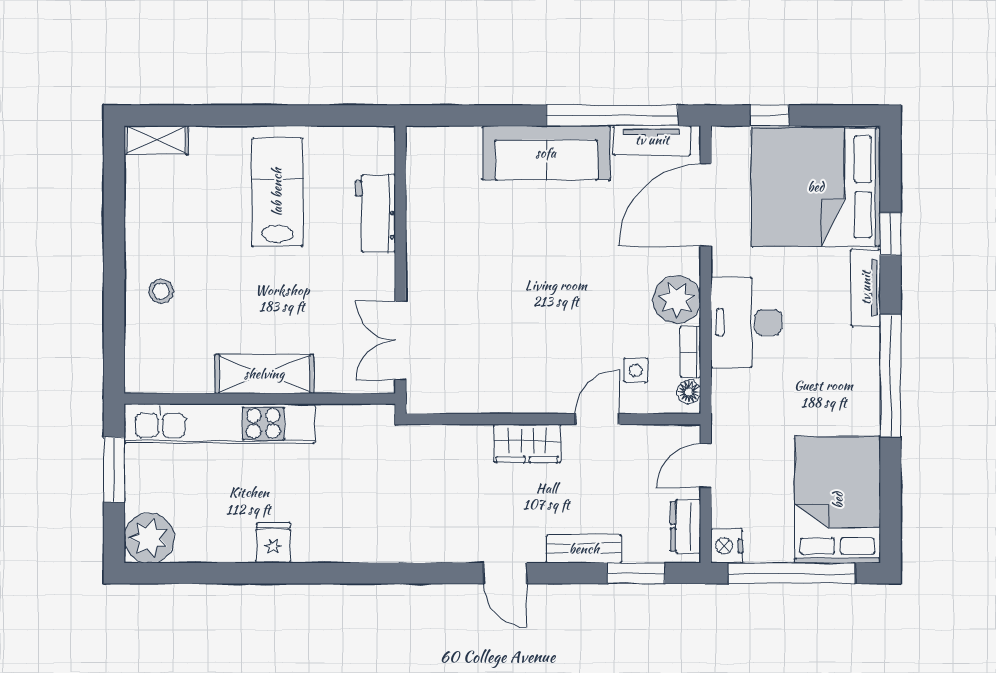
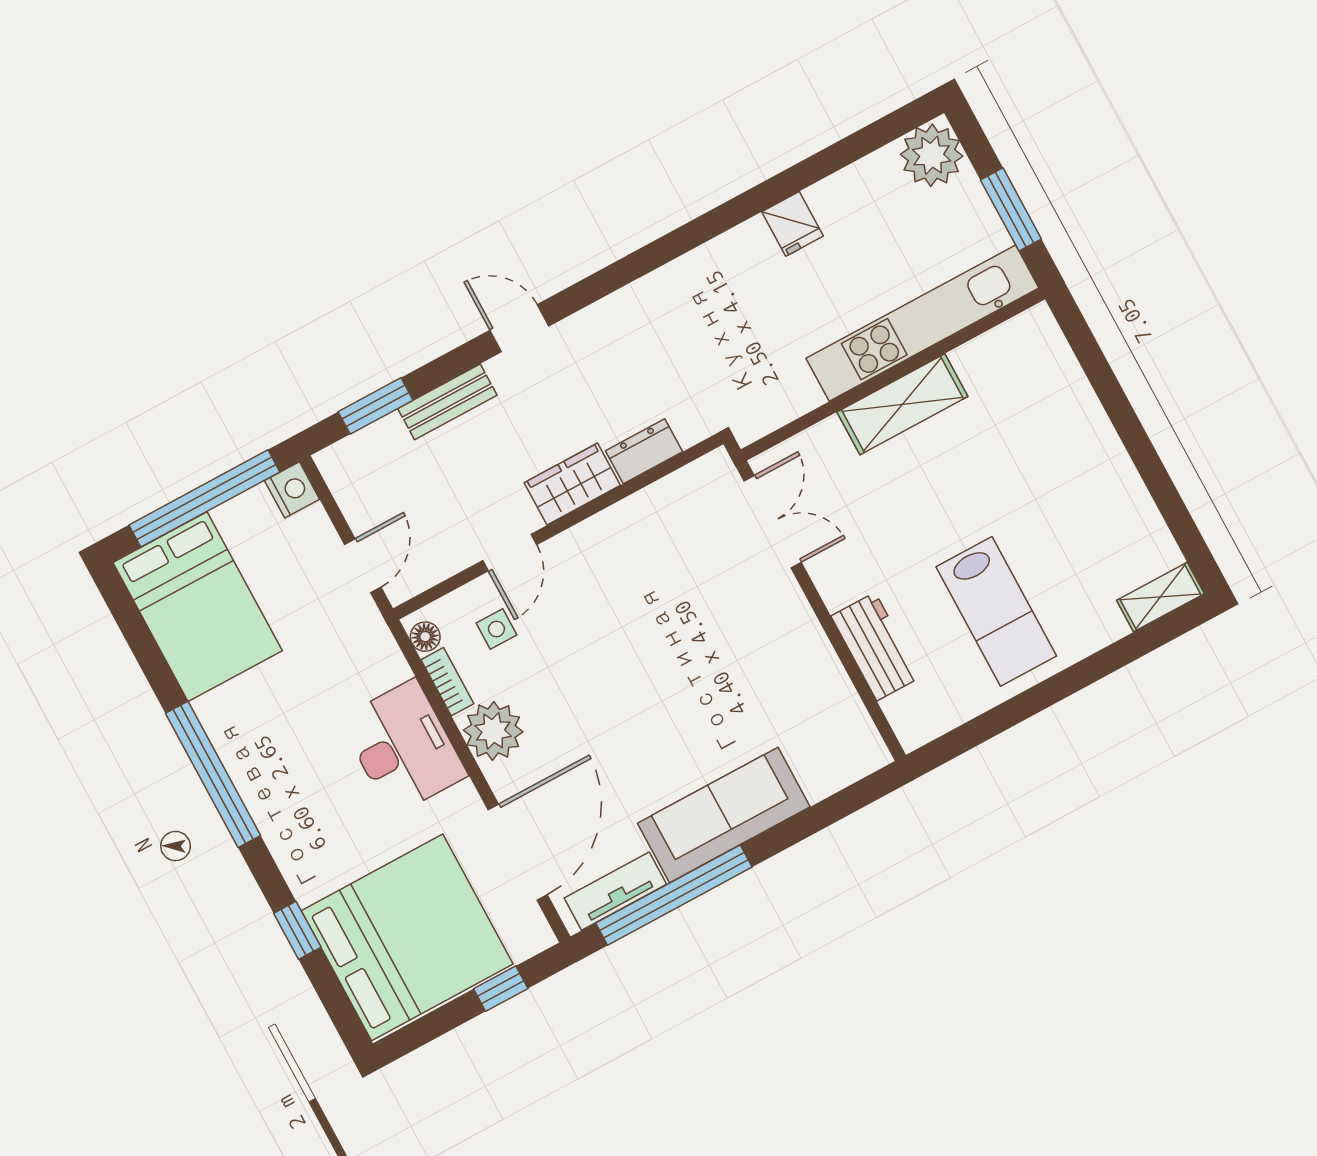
tv unit: (866, 288) -> (293, 856), removed
stool: (161, 291) -> (1065, 434), removed
dresser: (685, 526) -> (644, 451), moved, turned -90

